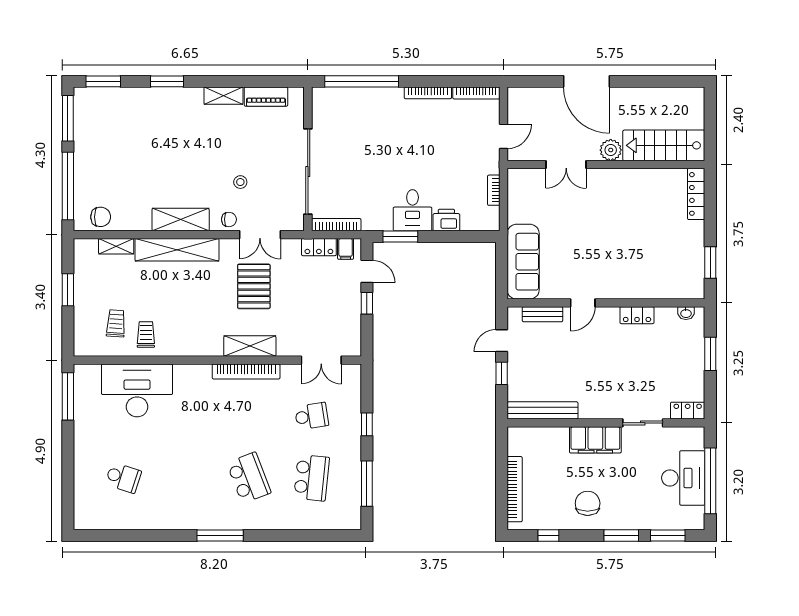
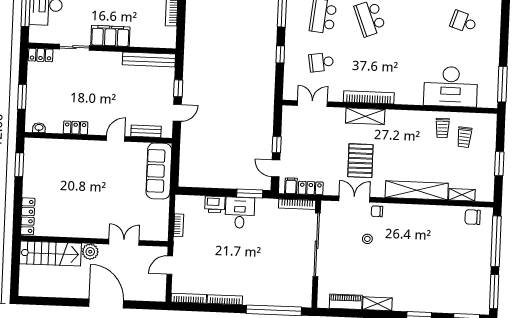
shelving: (181, 220) -> (413, 213), removed

